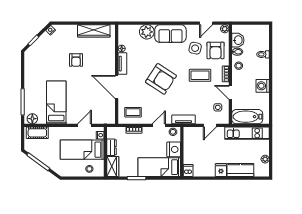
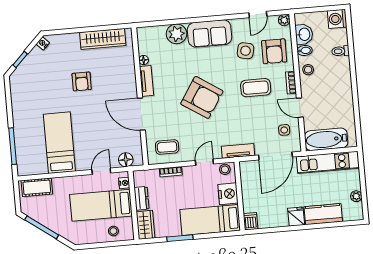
washing machine: (263, 86) -> (337, 19), moved
floor lamp: (32, 119) -> (126, 160), moved
door: (210, 125) -> (275, 156), width x1.88

